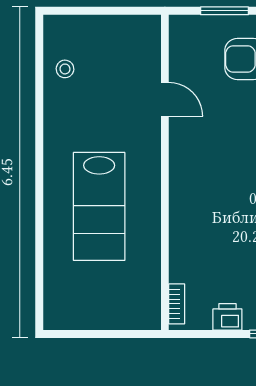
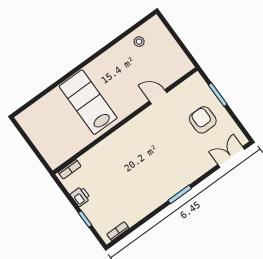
door: (165, 99) -> (158, 97), swing flipped
lab bench: (99, 206) -> (88, 102), turned 90

